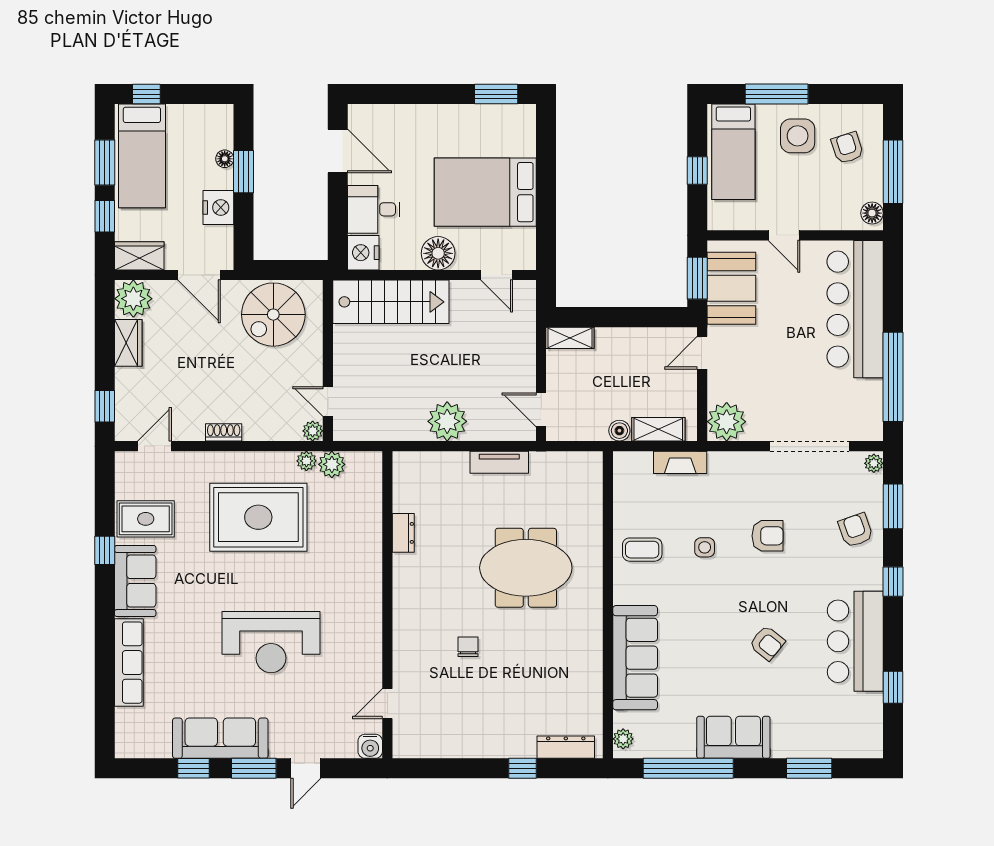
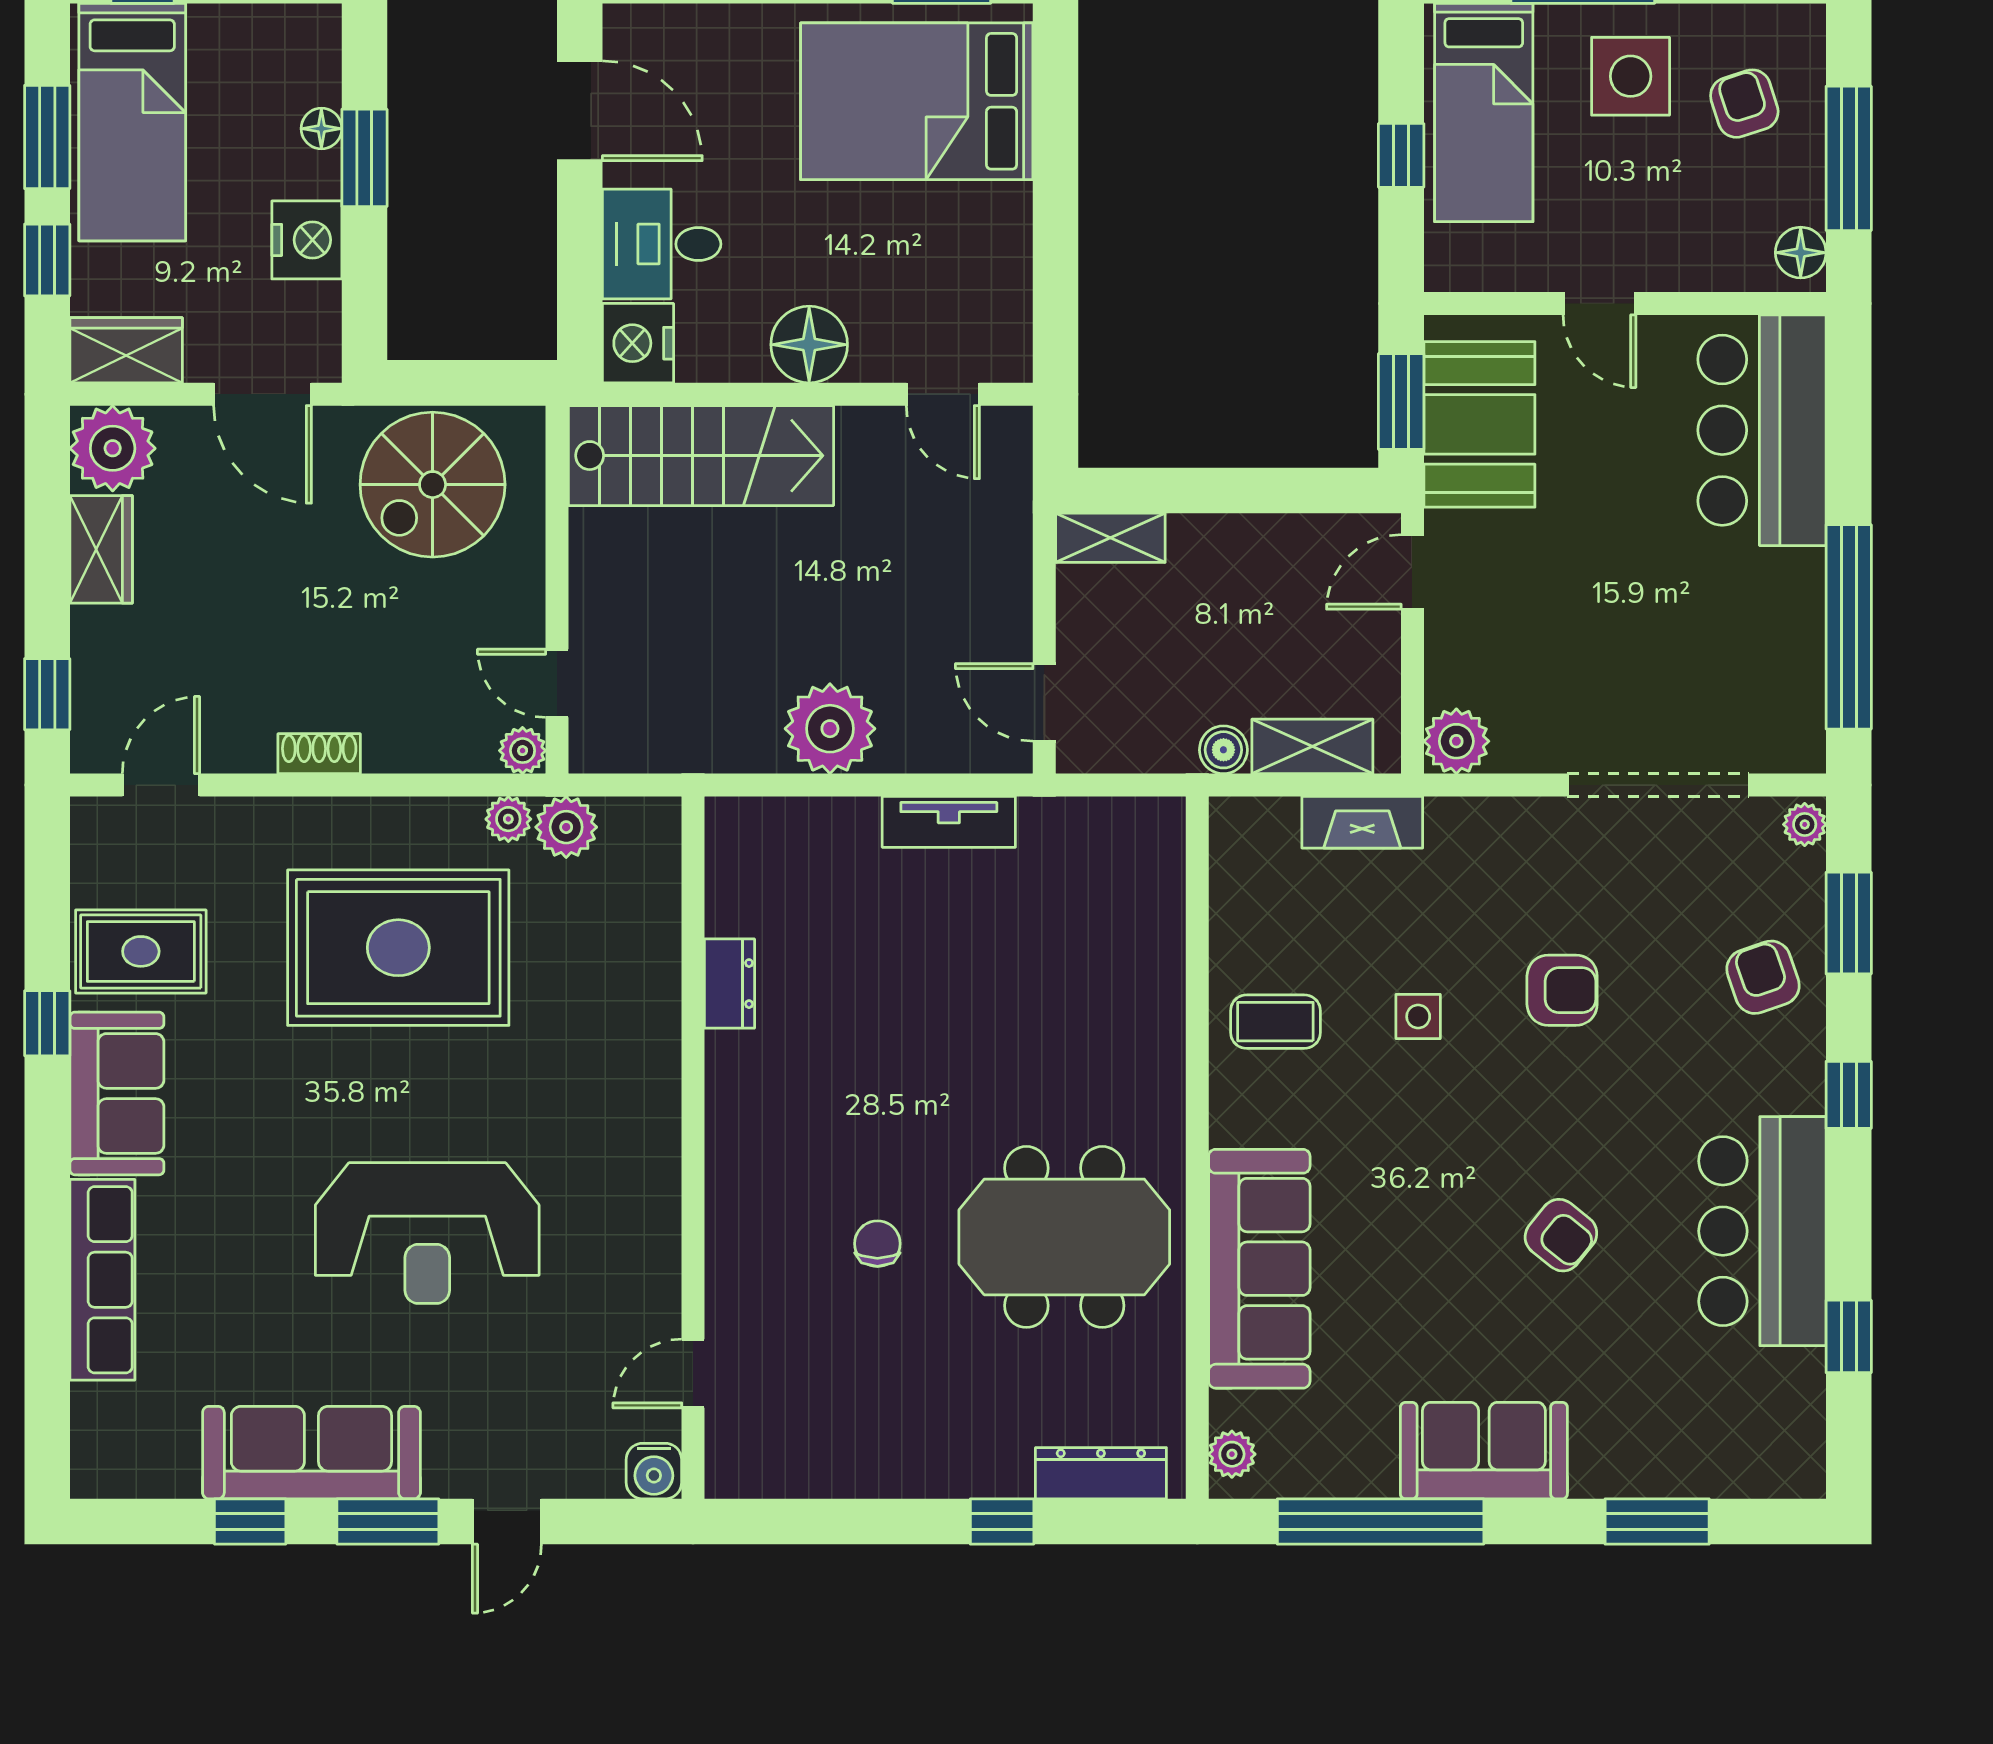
bed: (485, 192) -> (917, 101), moved
bar counter: (855, 309) -> (1762, 430), width x0.73
plant: (727, 422) -> (1456, 741), width x0.73, depth x0.73
meeting table: (526, 568) -> (1064, 1237), moved

